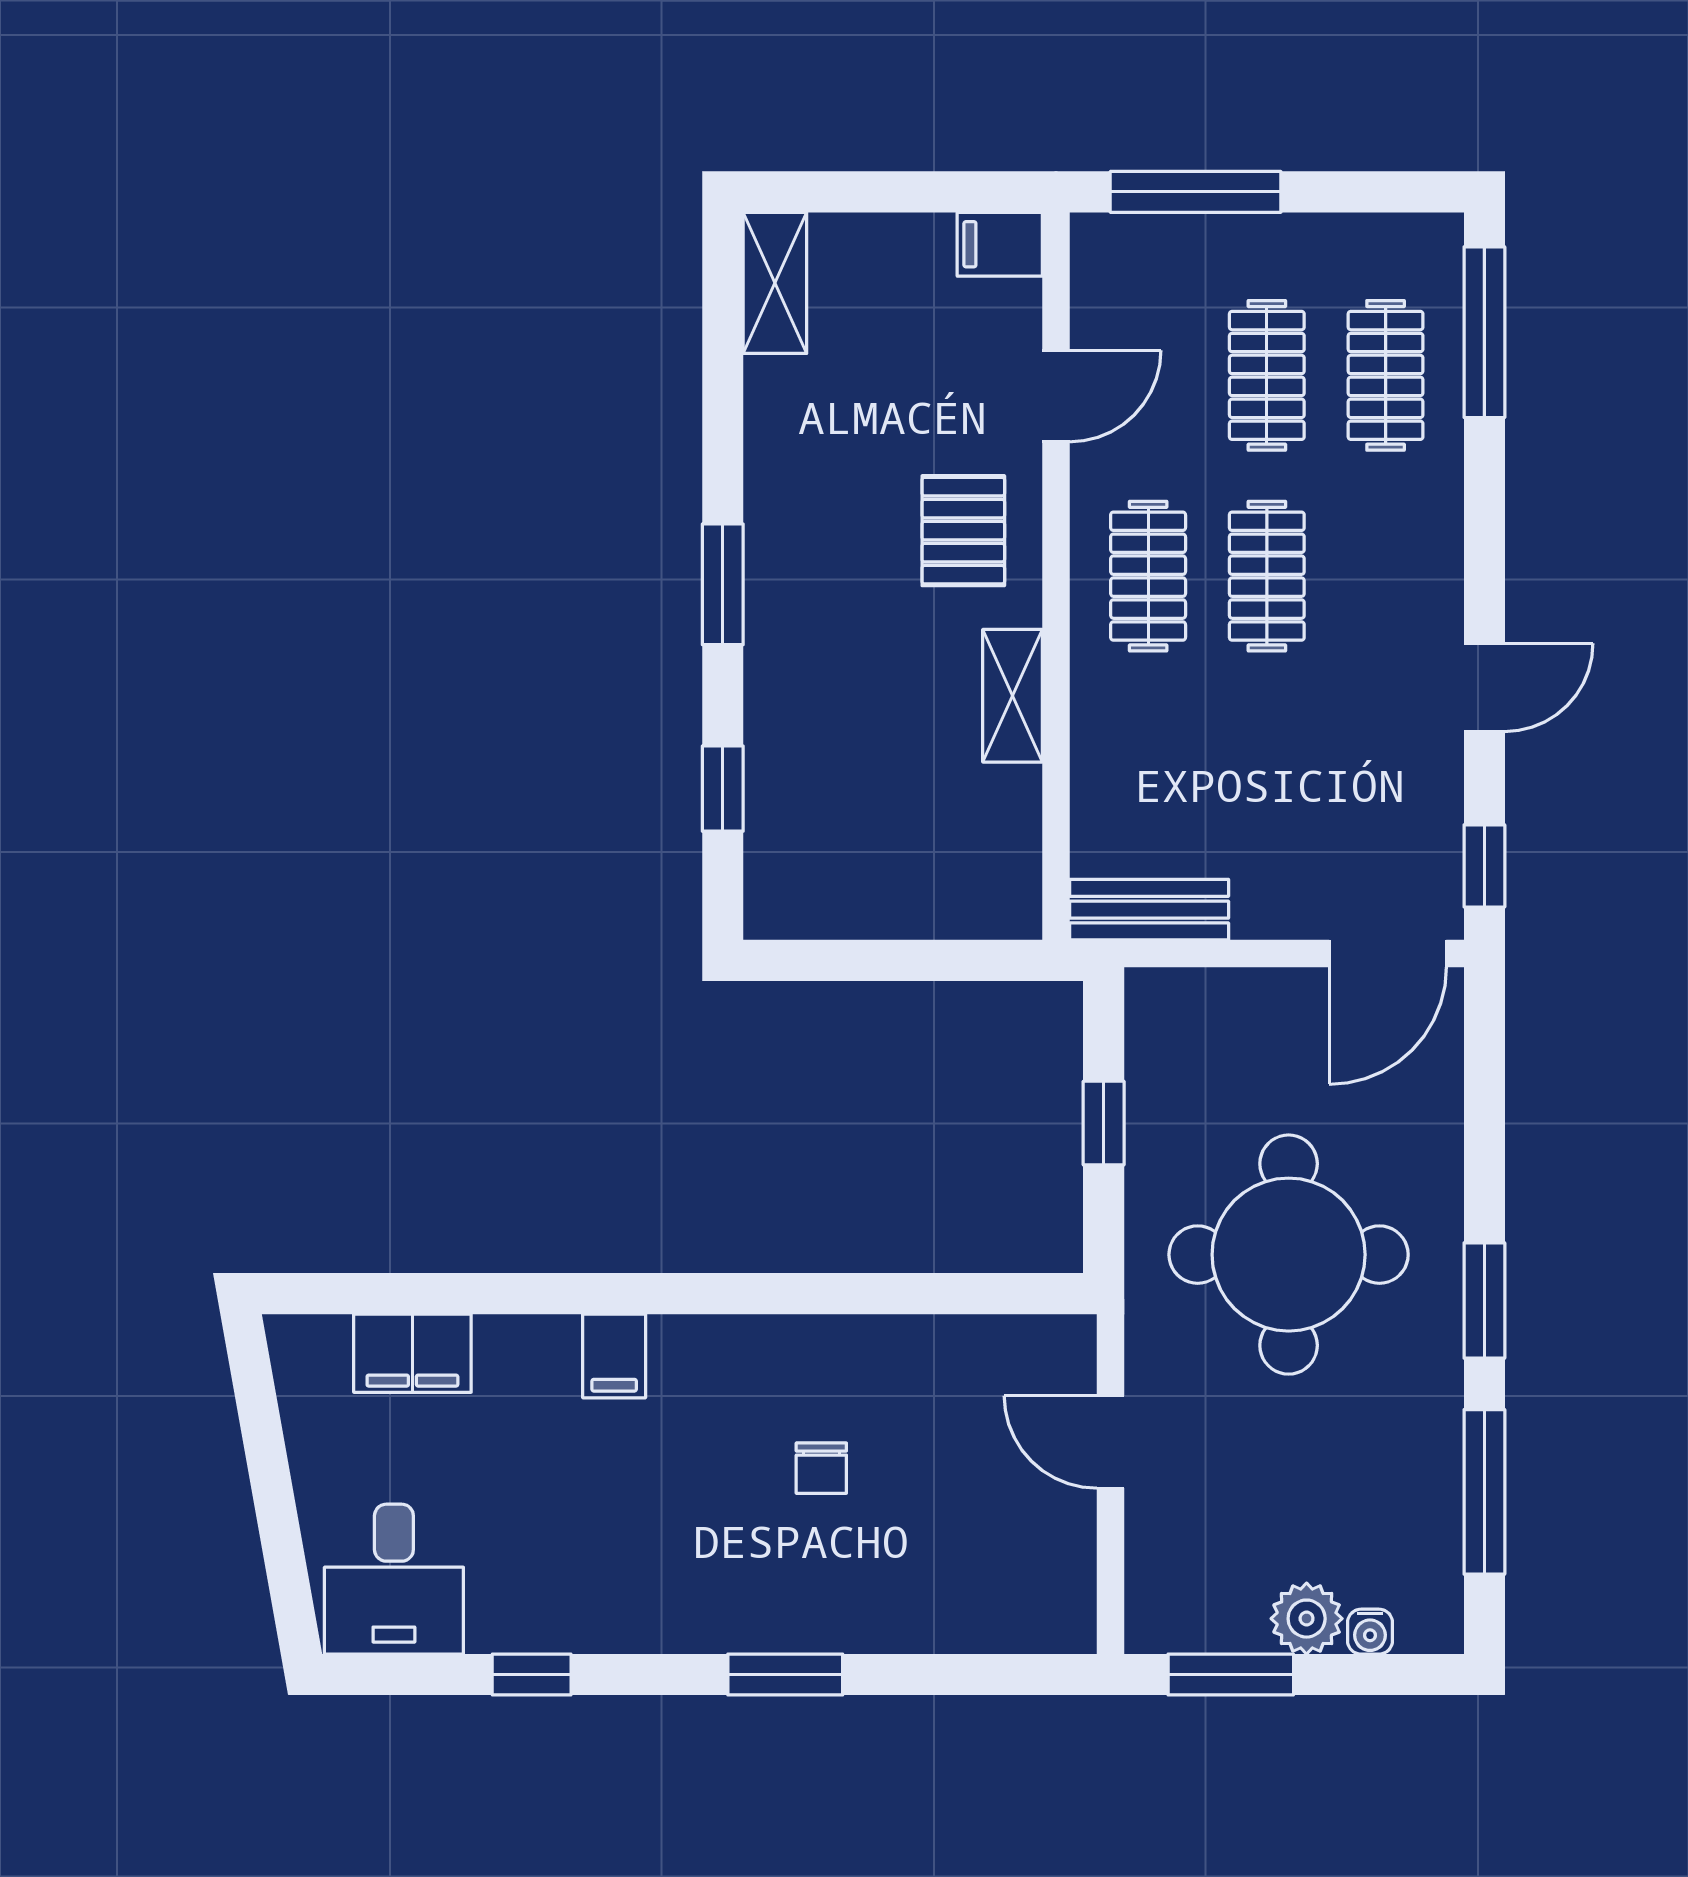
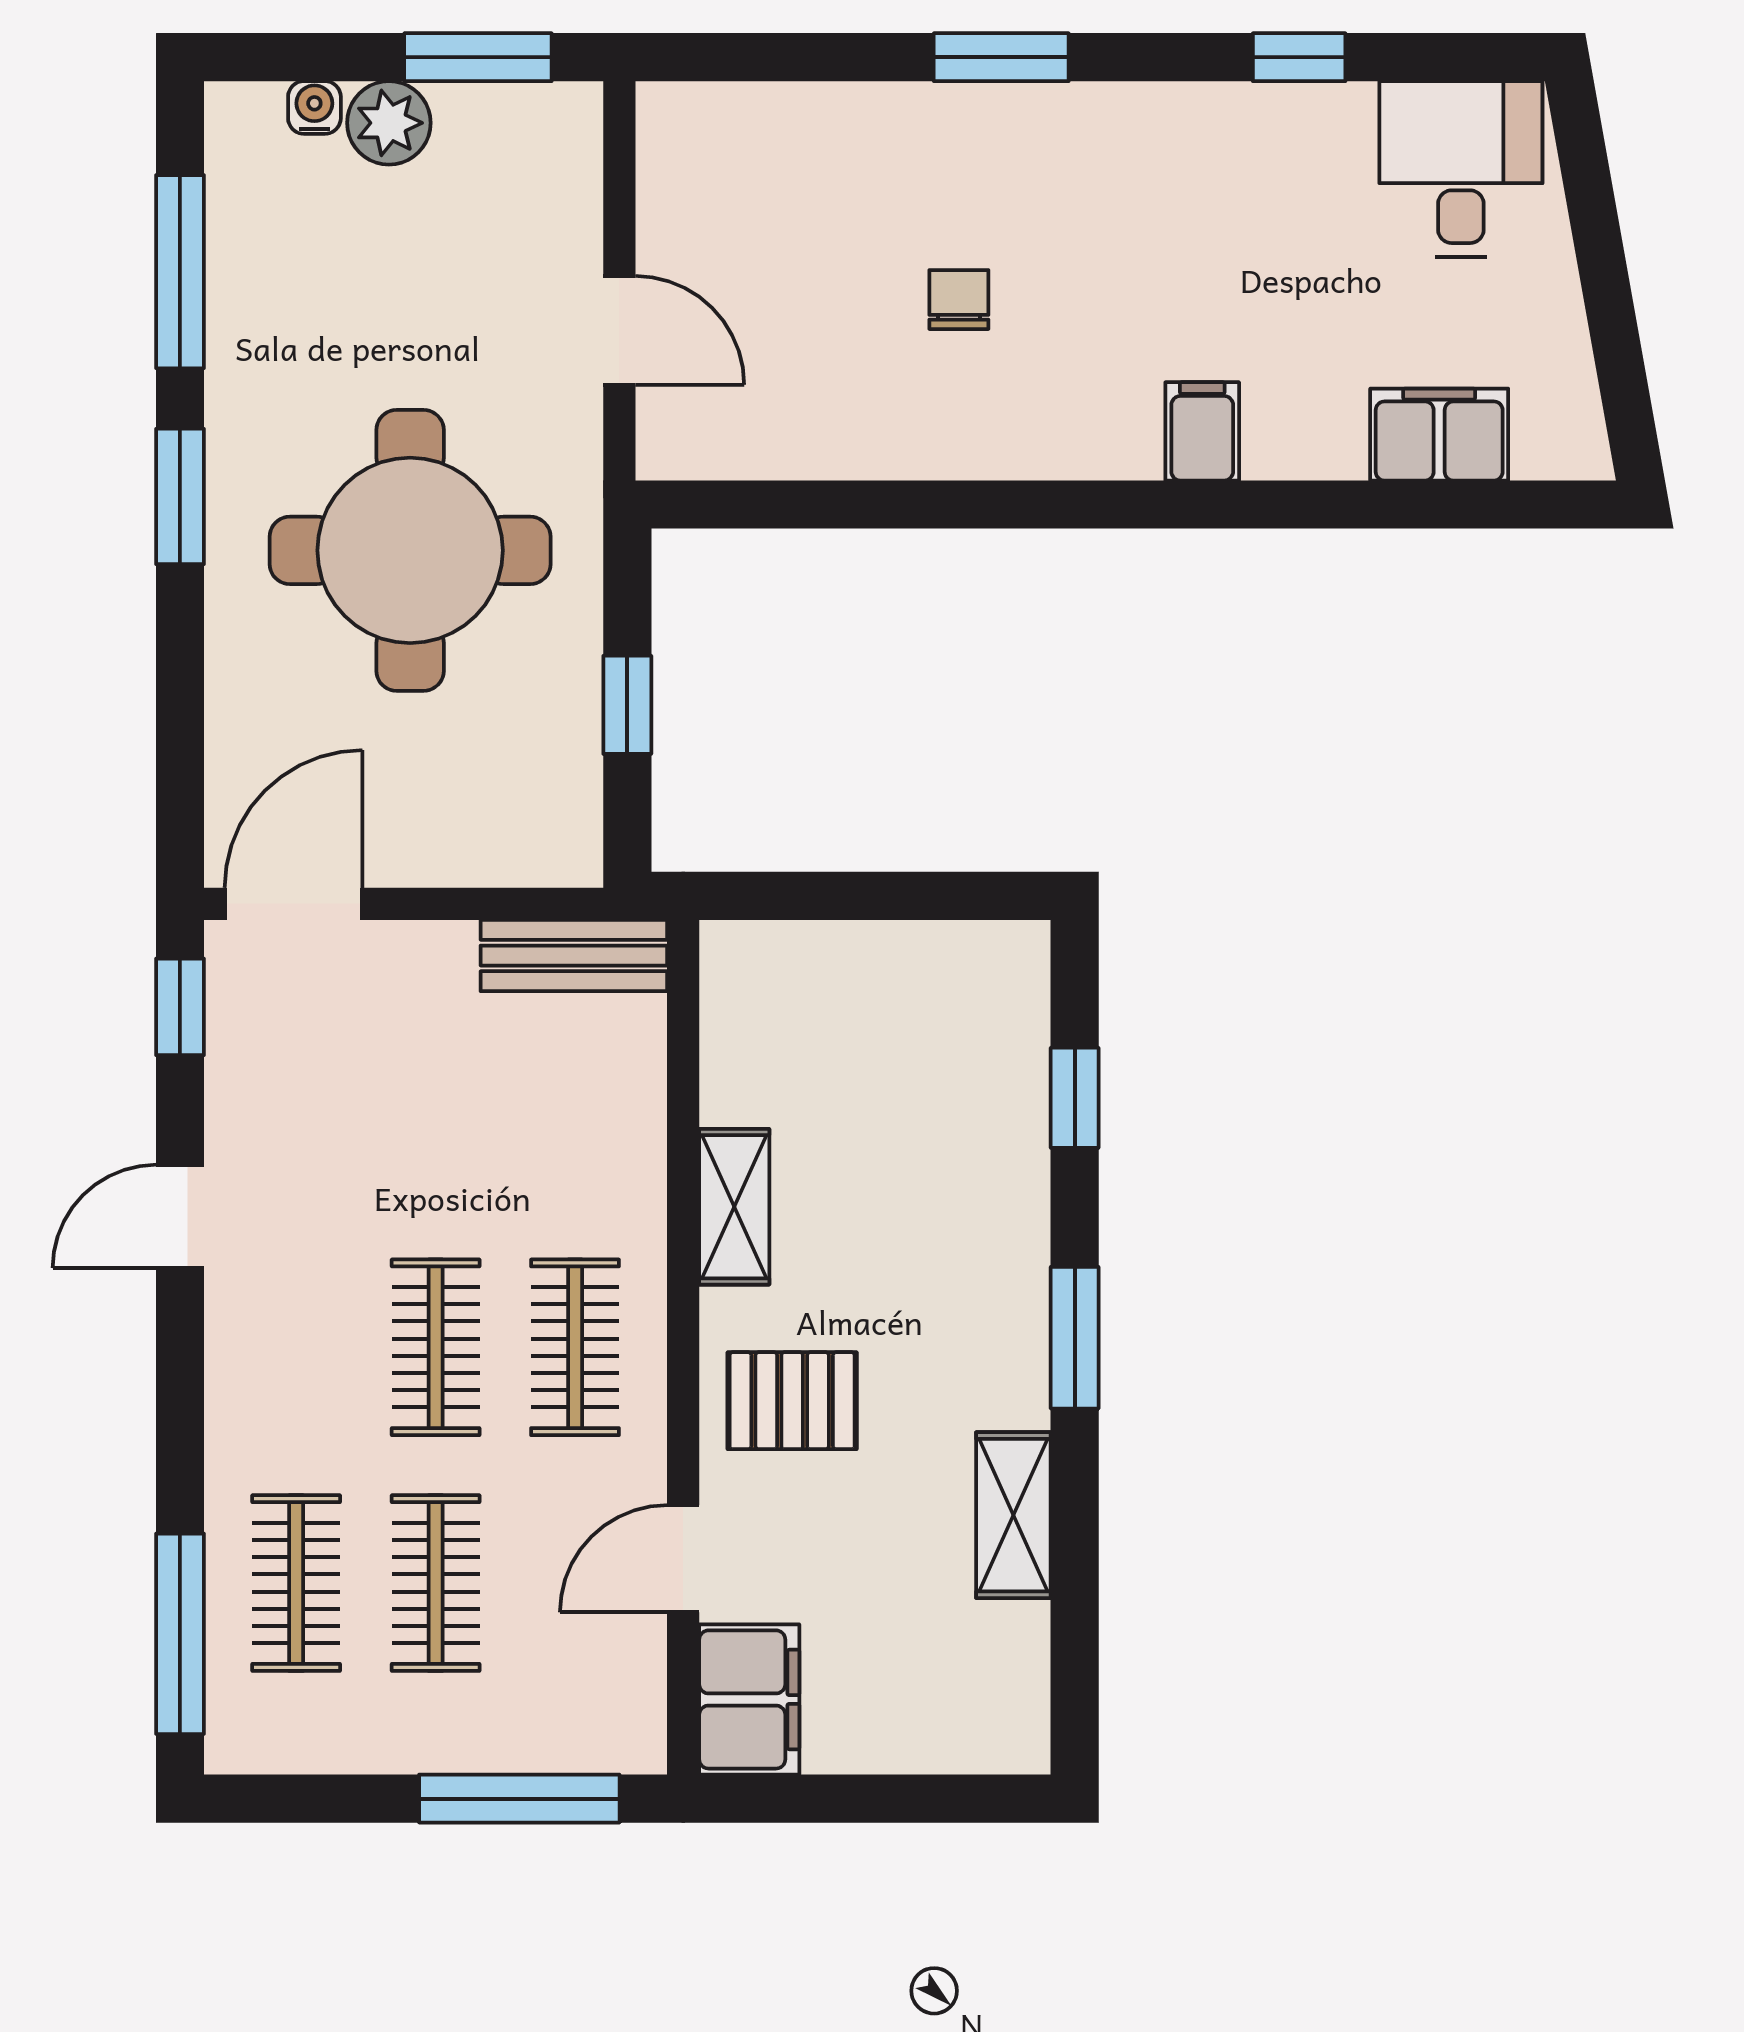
filing cabinet: (1000, 244) -> (749, 1699), width x2.00
shelving: (775, 283) -> (1013, 1515), moved
pallet: (963, 531) -> (792, 1401), turned 90

